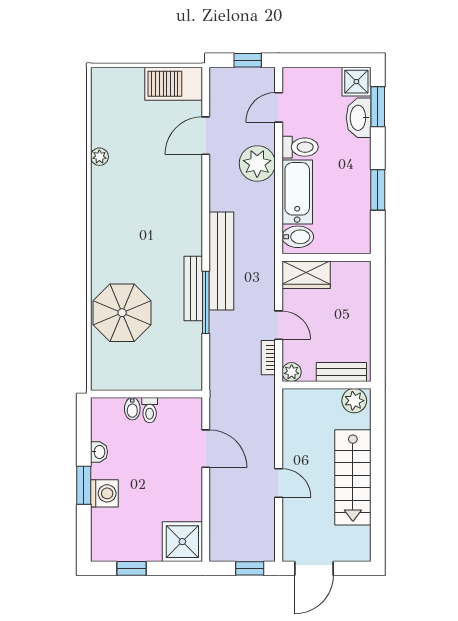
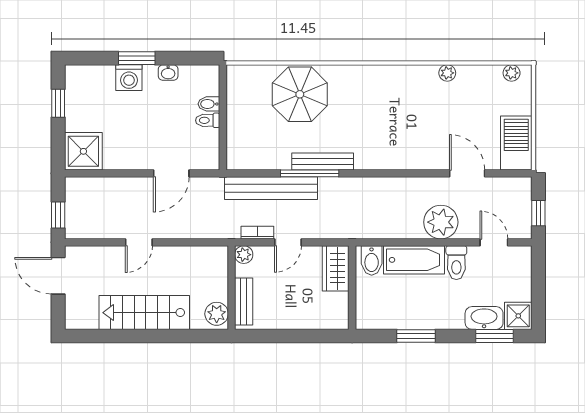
plant: (99, 89) -> (512, 73), added
bench: (221, 261) -> (271, 188), moved

